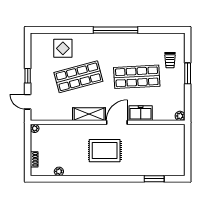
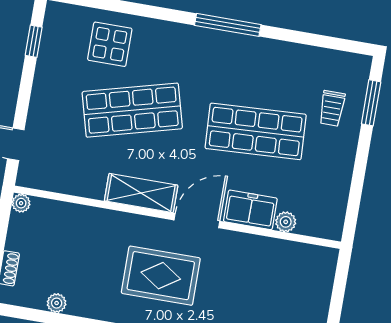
window: (115, 30) -> (228, 25), width x0.68
window: (188, 73) -> (371, 103), moved
window: (28, 76) -> (34, 41), moved
plant: (180, 116) -> (286, 222), moved

